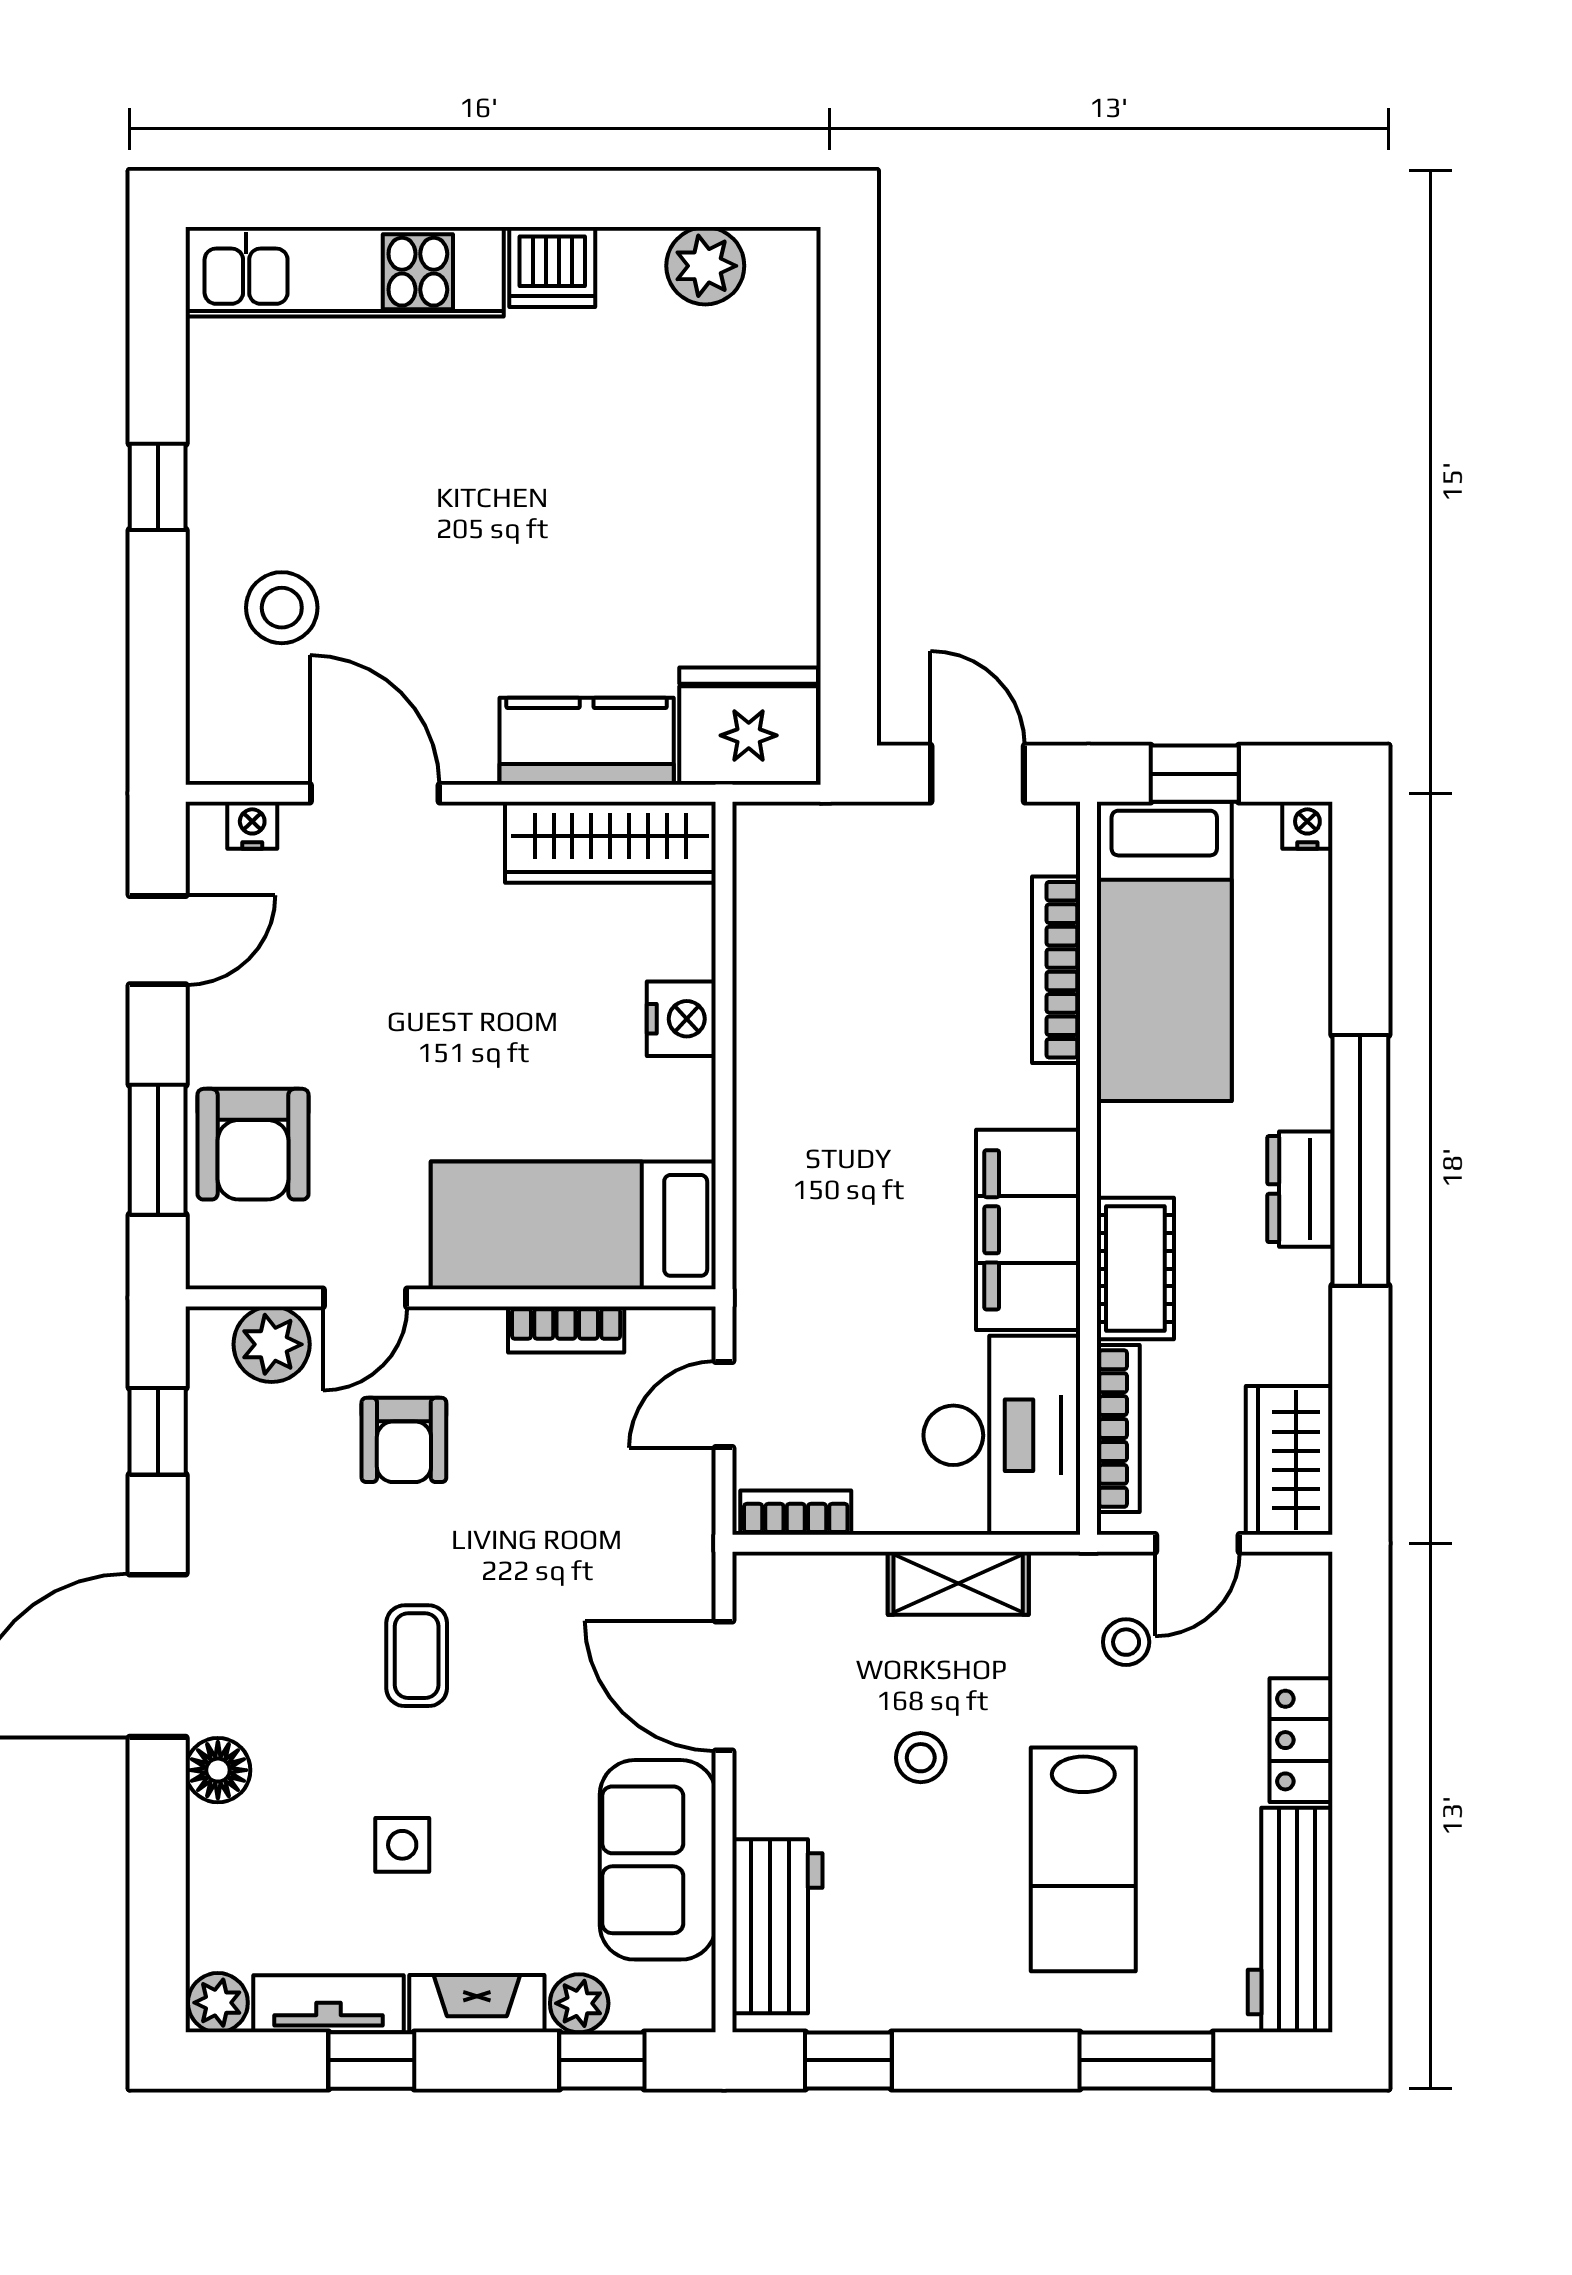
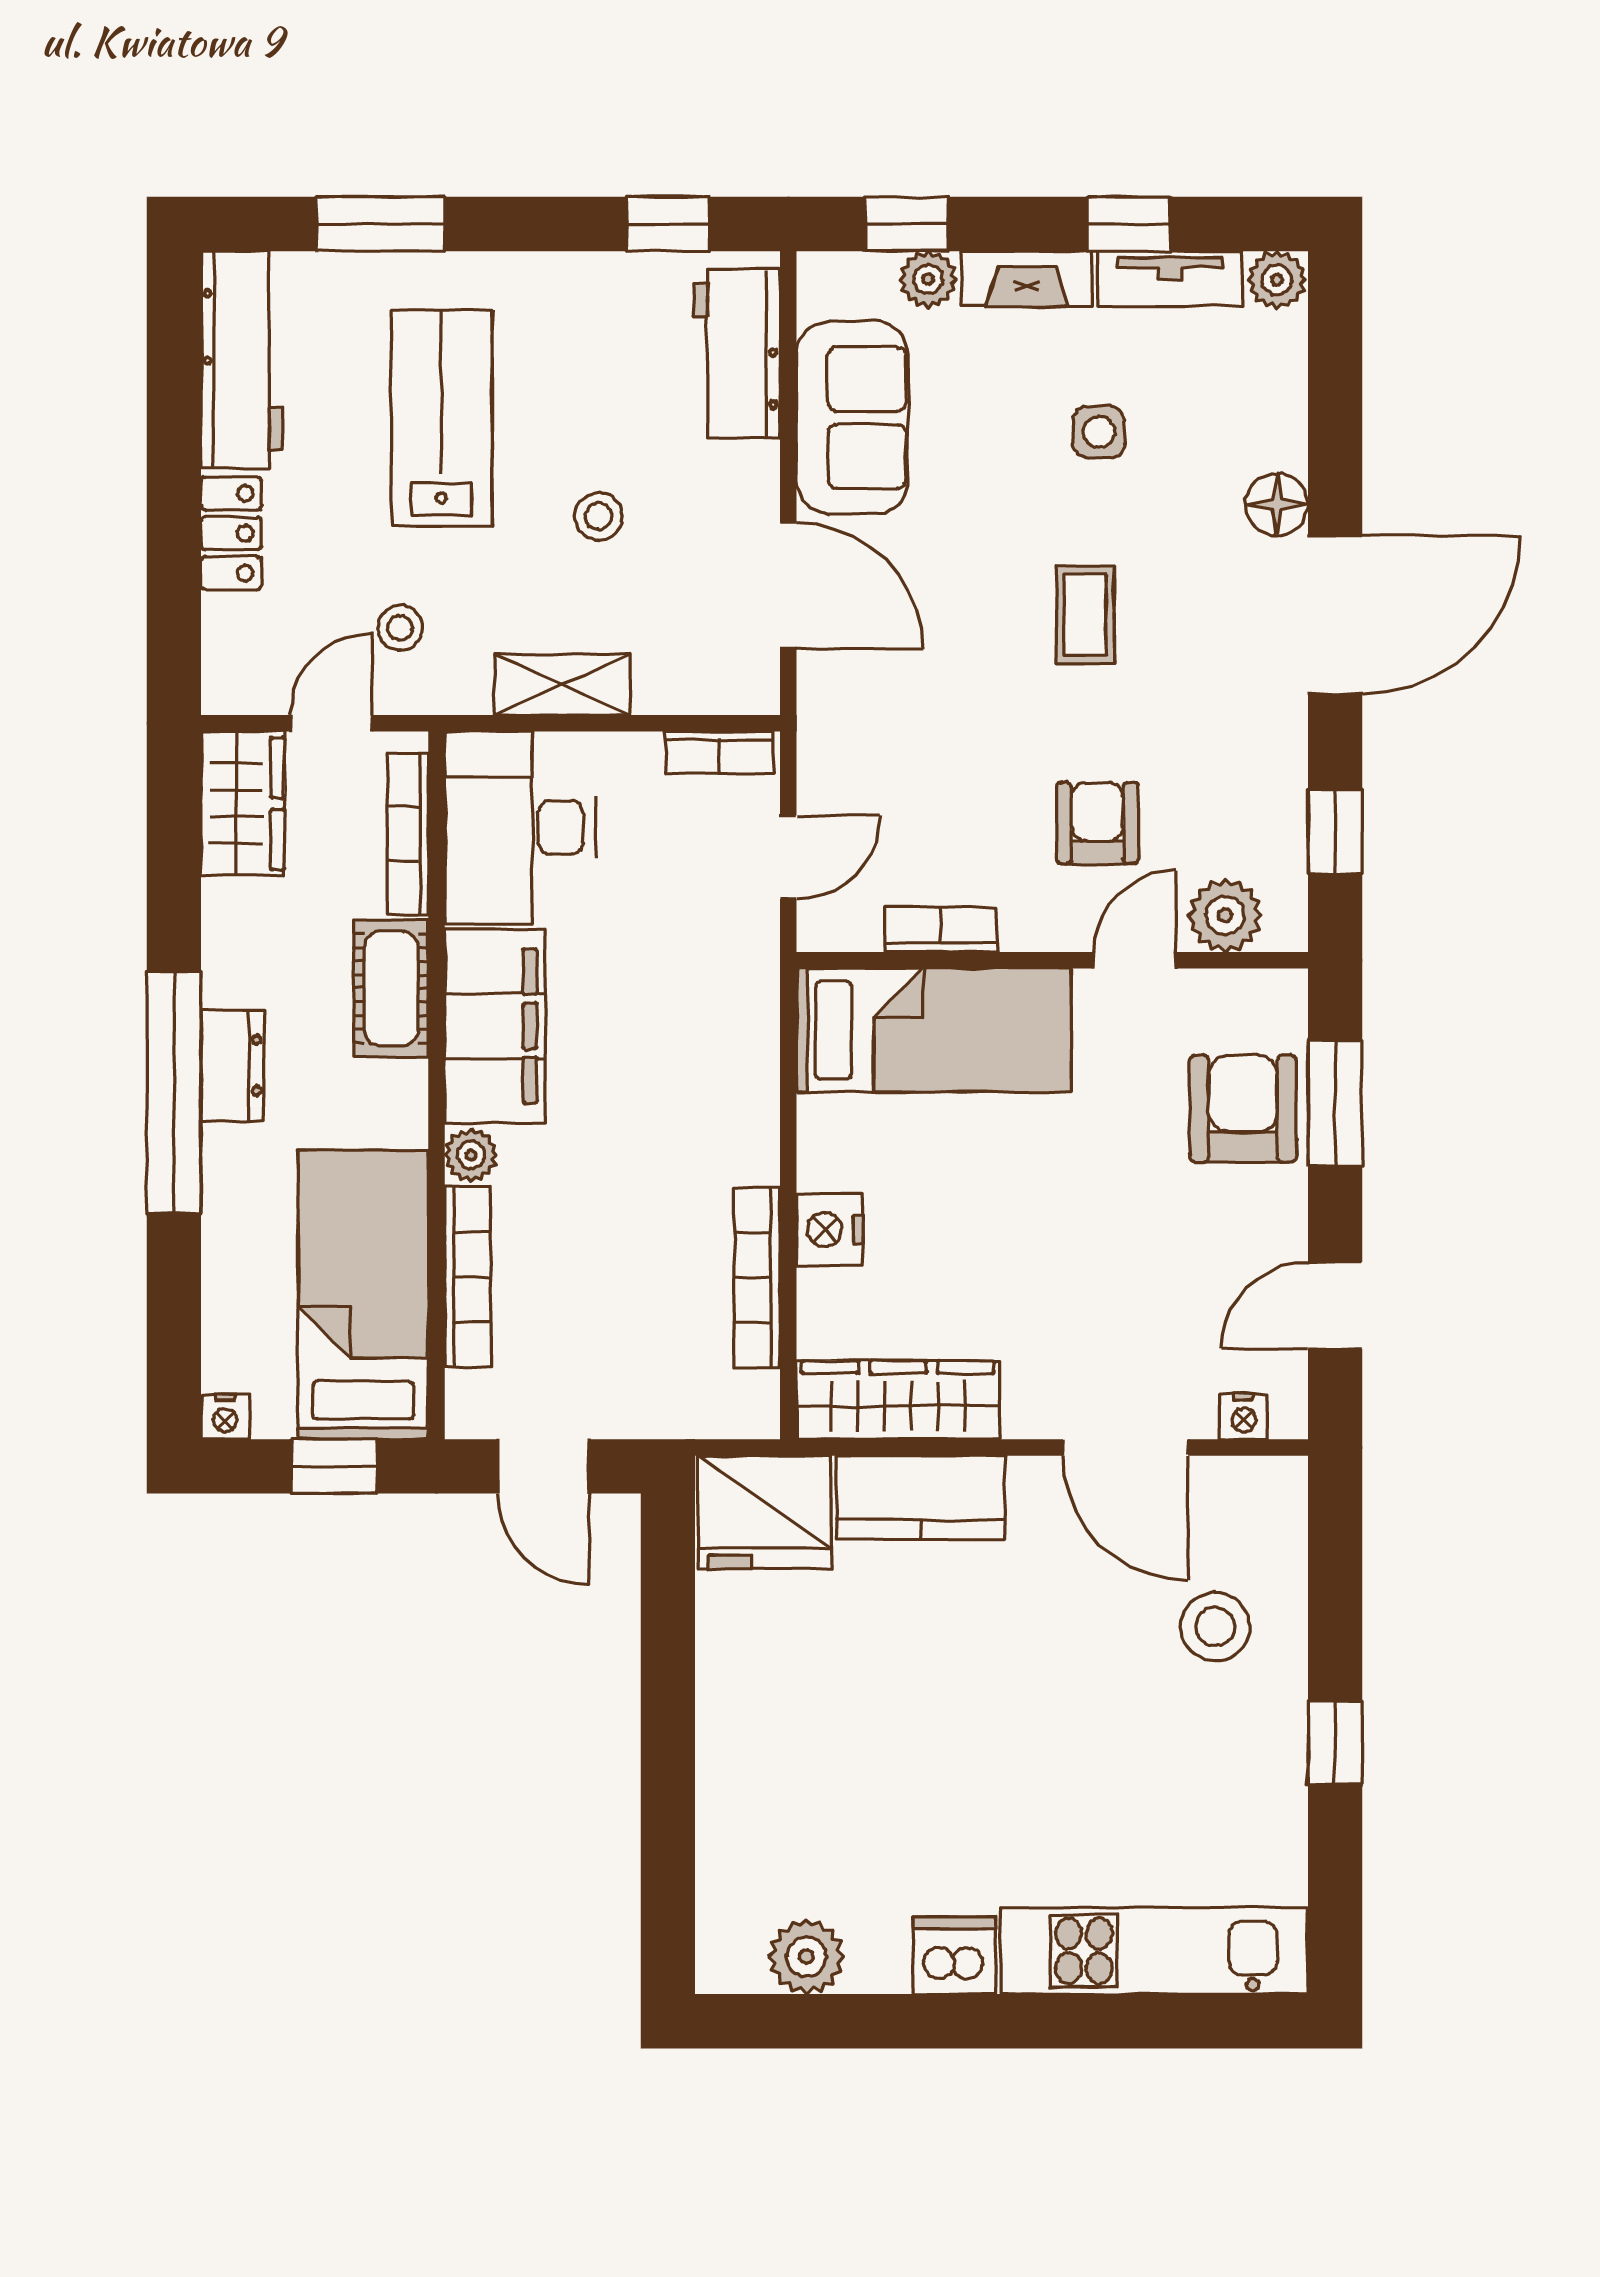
bookcase: (756, 969) -> (757, 1278), added
plant: (1053, 1096) -> (471, 1155), added

